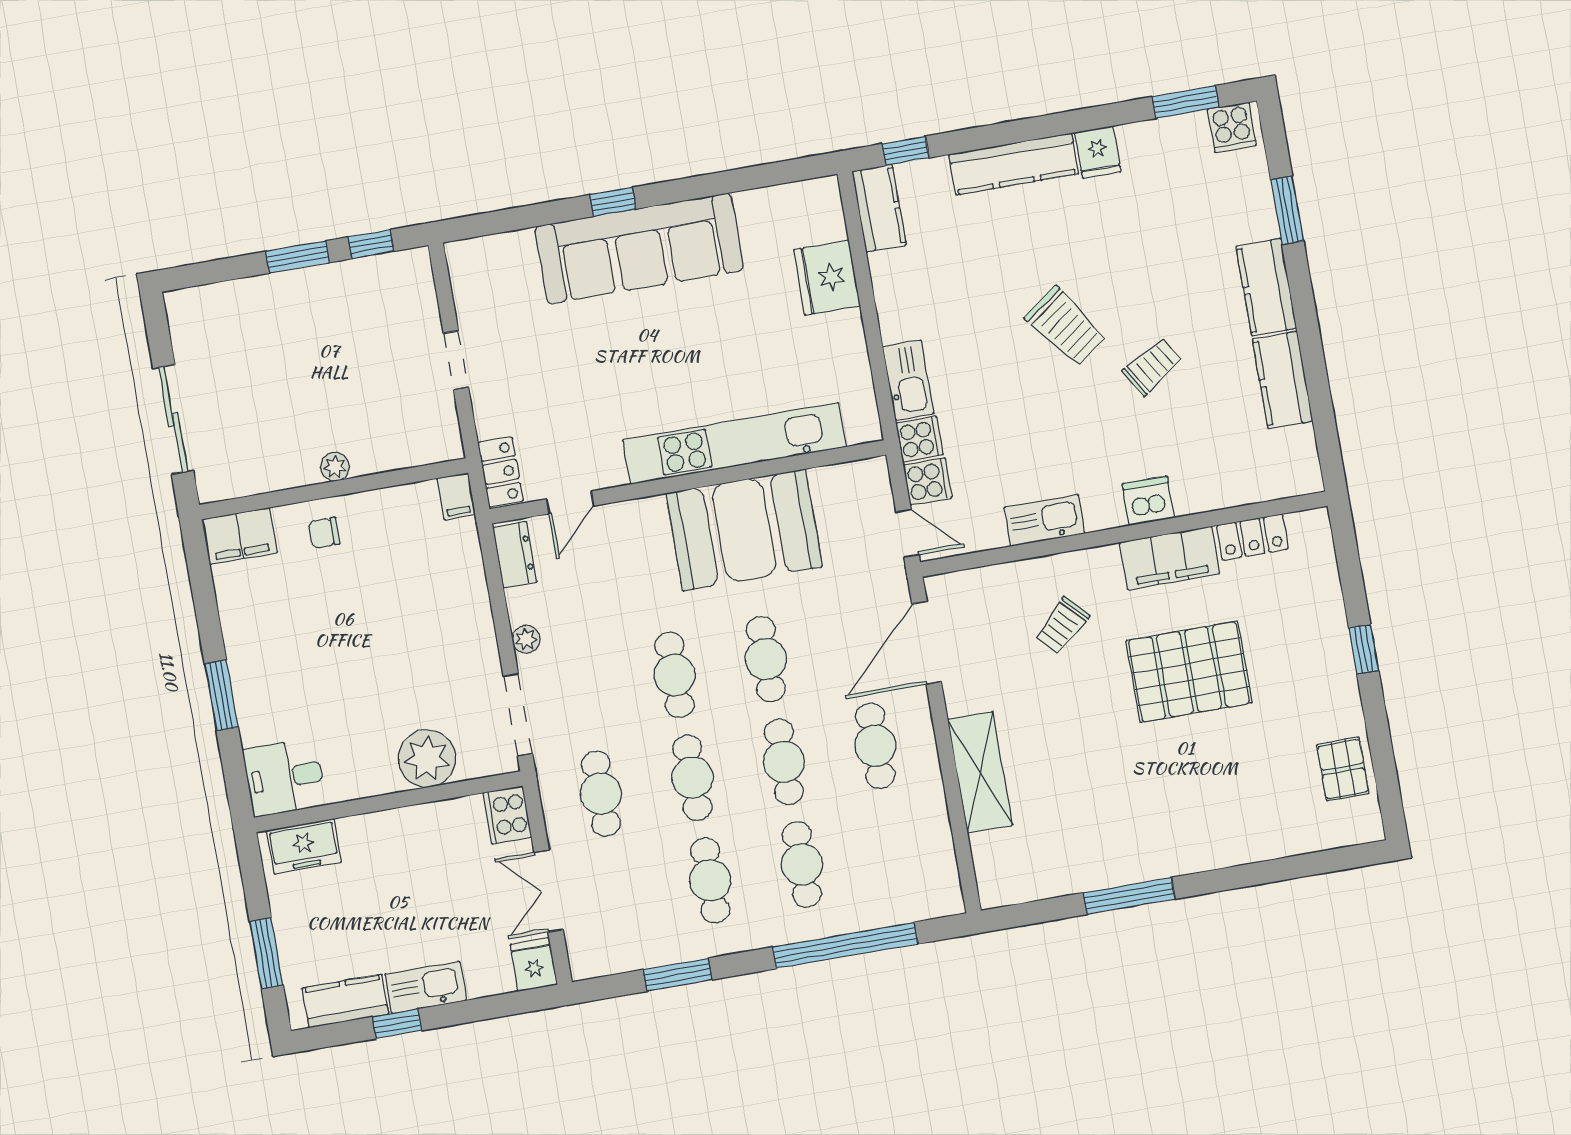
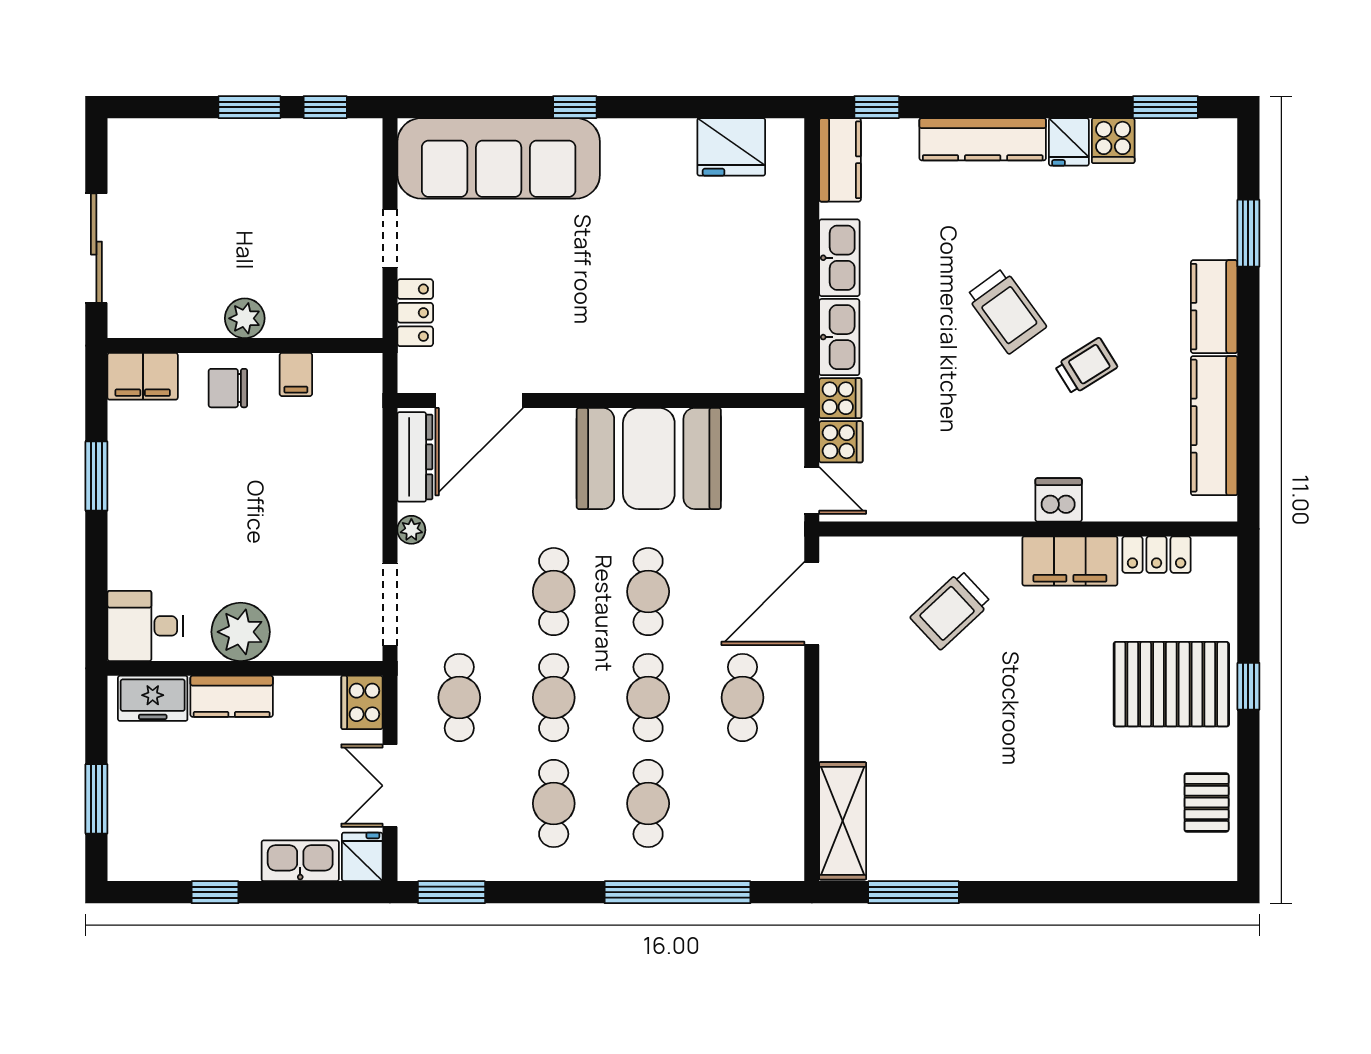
cooker: (1232, 127) -> (1113, 141), moved
sofa: (639, 248) -> (499, 158), moved
fridge: (827, 278) -> (731, 147), moved, turned -90
kitchen counter: (1283, 380) -> (1214, 426), width x1.50
kitchen unit: (734, 443) -> (654, 370), removed
plant: (335, 467) -> (245, 318), width x1.38, depth x1.38
locker: (501, 472) -> (415, 313), moved
filing cabinet: (456, 496) -> (296, 374), moved
door: (570, 503) -> (479, 401), width x1.88
kitchen sink: (1045, 520) -> (839, 258), moved, turned 90
chair: (324, 533) -> (228, 388), width x1.37, depth x1.37
dresser: (515, 555) -> (415, 457), width x1.44
trolley: (1062, 626) -> (951, 610), width x1.36, depth x1.39
pallet: (1189, 672) -> (1171, 684), moved
window: (221, 695) -> (96, 476), moved
plant: (427, 759) -> (241, 632), moved
shelving: (980, 772) -> (843, 821), moved
window: (1129, 896) -> (914, 892), moved
window: (678, 975) -> (451, 892), moved
kitchen sink: (426, 987) -> (300, 861), moved
kitchen counter: (345, 1001) -> (232, 696), moved, turned 180

